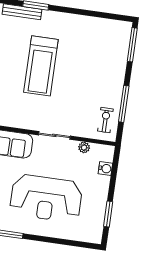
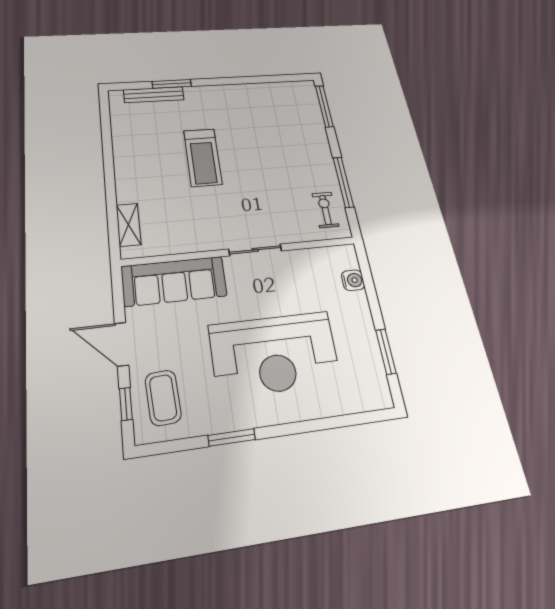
treadmill: (41, 66) -> (203, 157), width x0.73, depth x0.73
plant: (84, 147) -> (308, 257), removed

